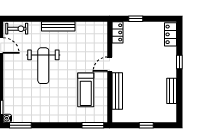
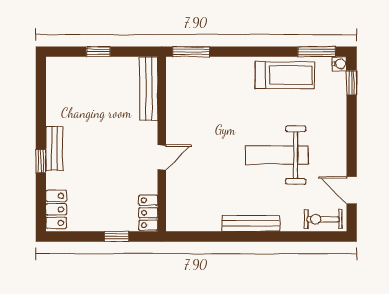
weight bench: (43, 66) -> (277, 155), turned -90
treadmill: (86, 90) -> (285, 75), moved, turned 90
bench: (117, 91) -> (149, 89), moved
bench: (172, 91) -> (54, 149), moved

